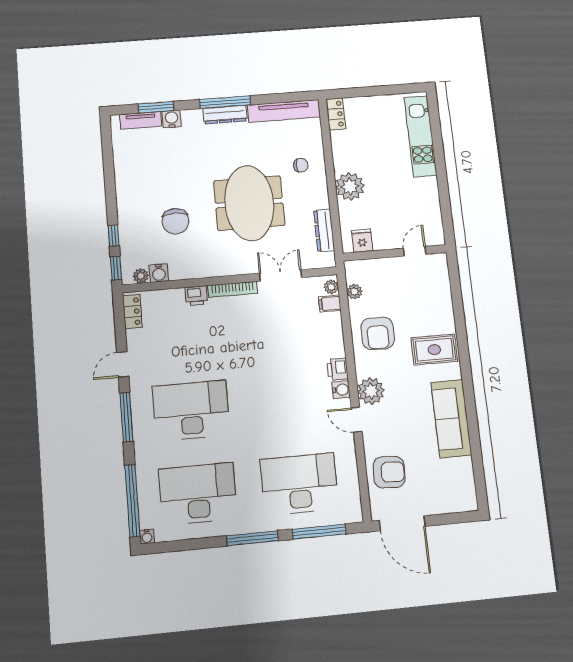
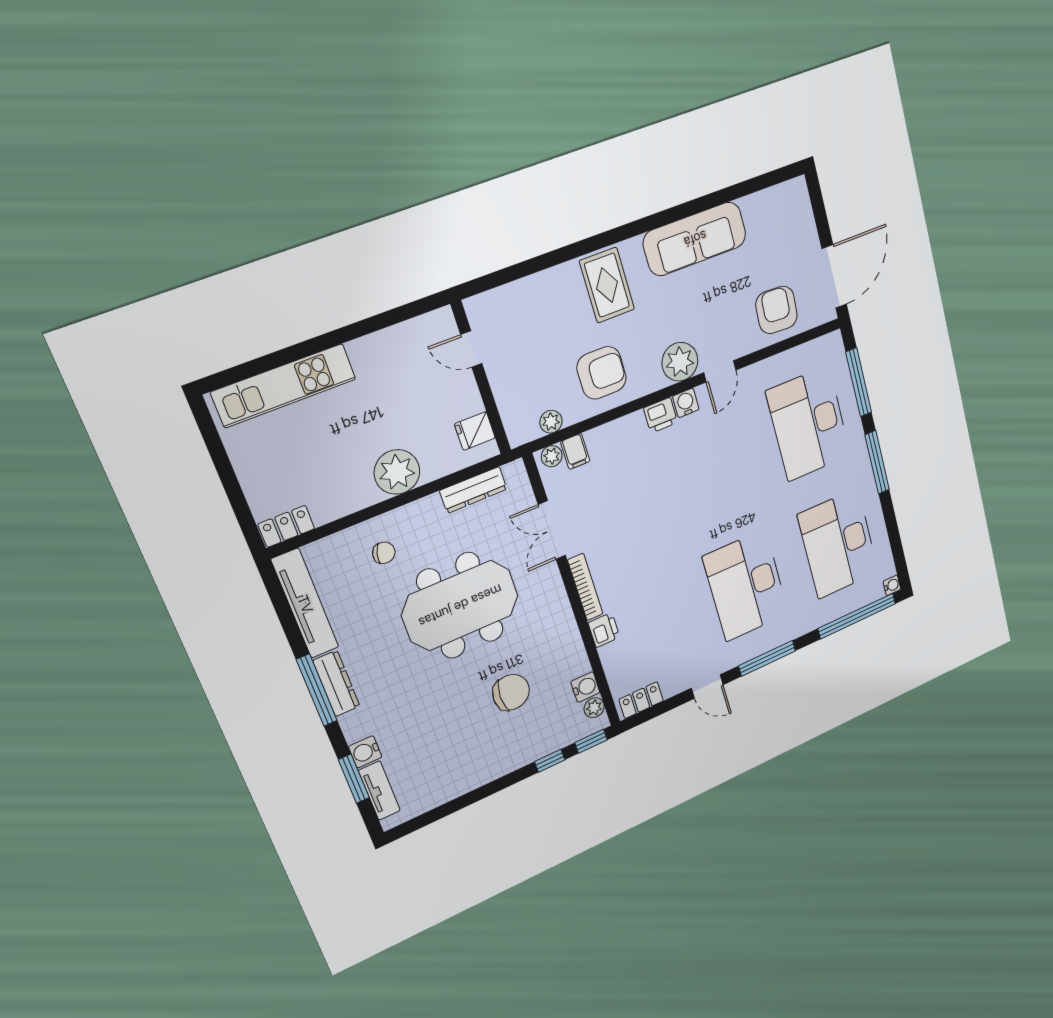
chair: (301, 165) -> (384, 553), turned 104

